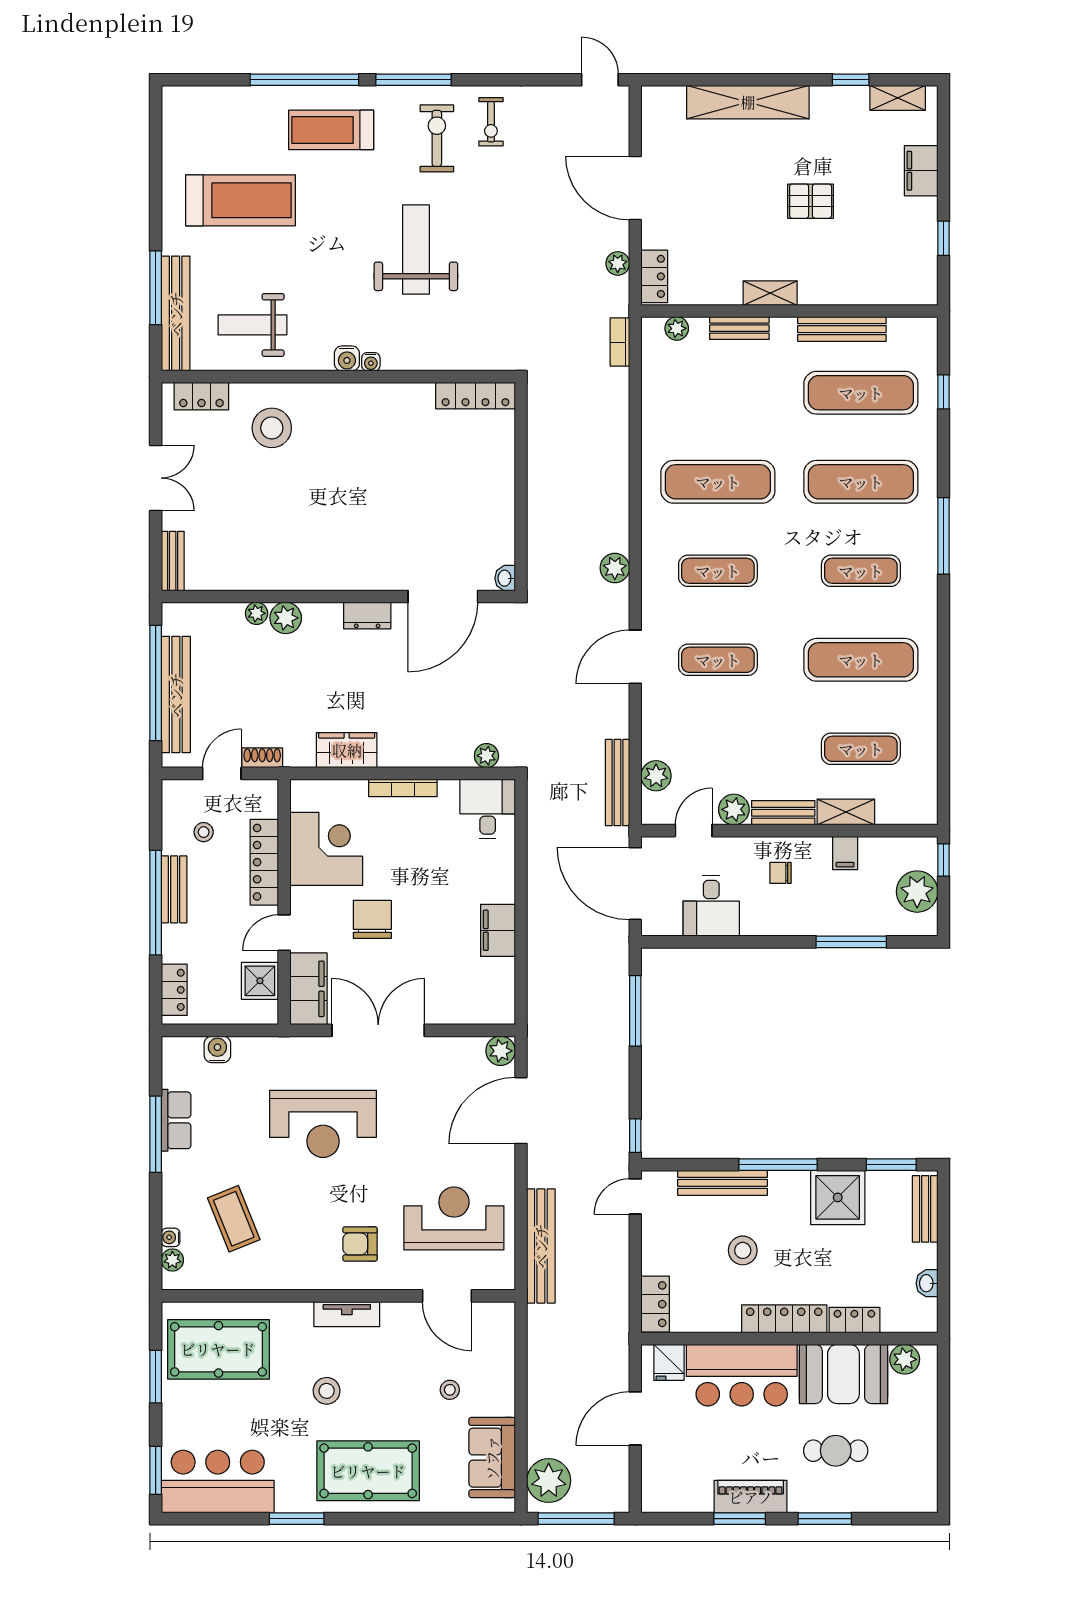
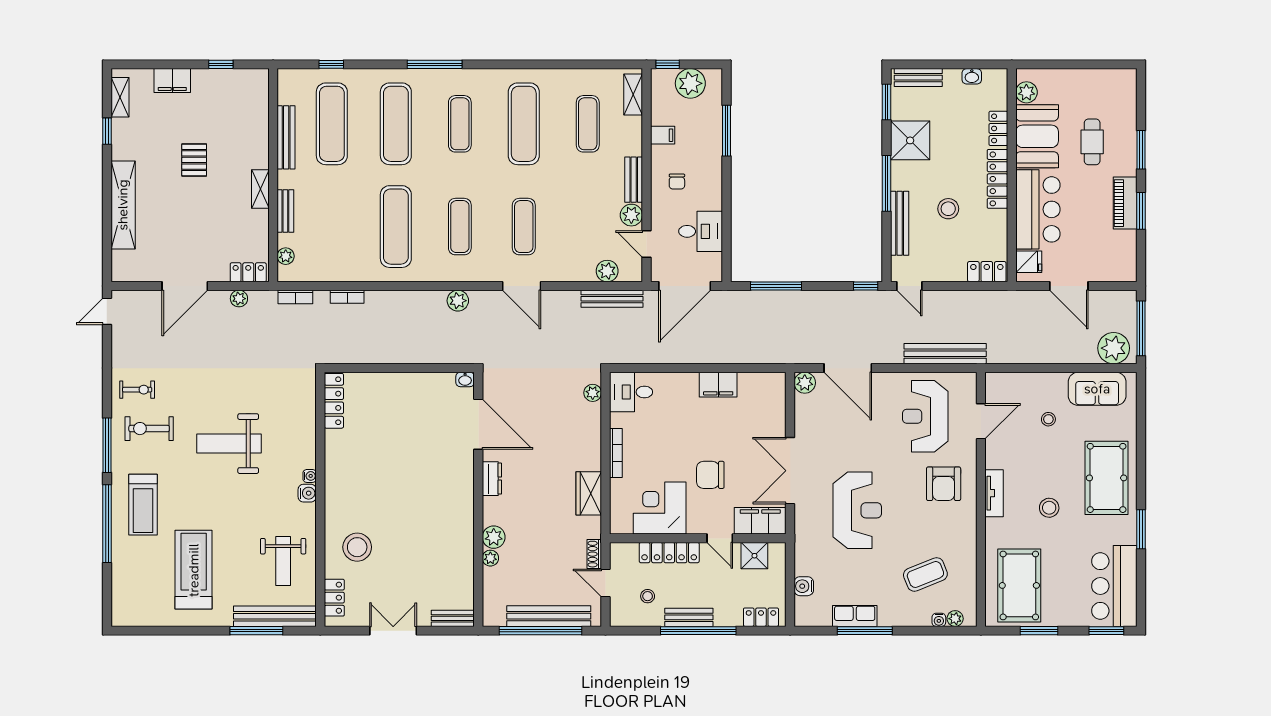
bookcase: (620, 414) -> (347, 297), added
shelving: (846, 812) -> (633, 94), moved
armchair: (360, 1244) -> (944, 484), width x1.38, depth x1.38

